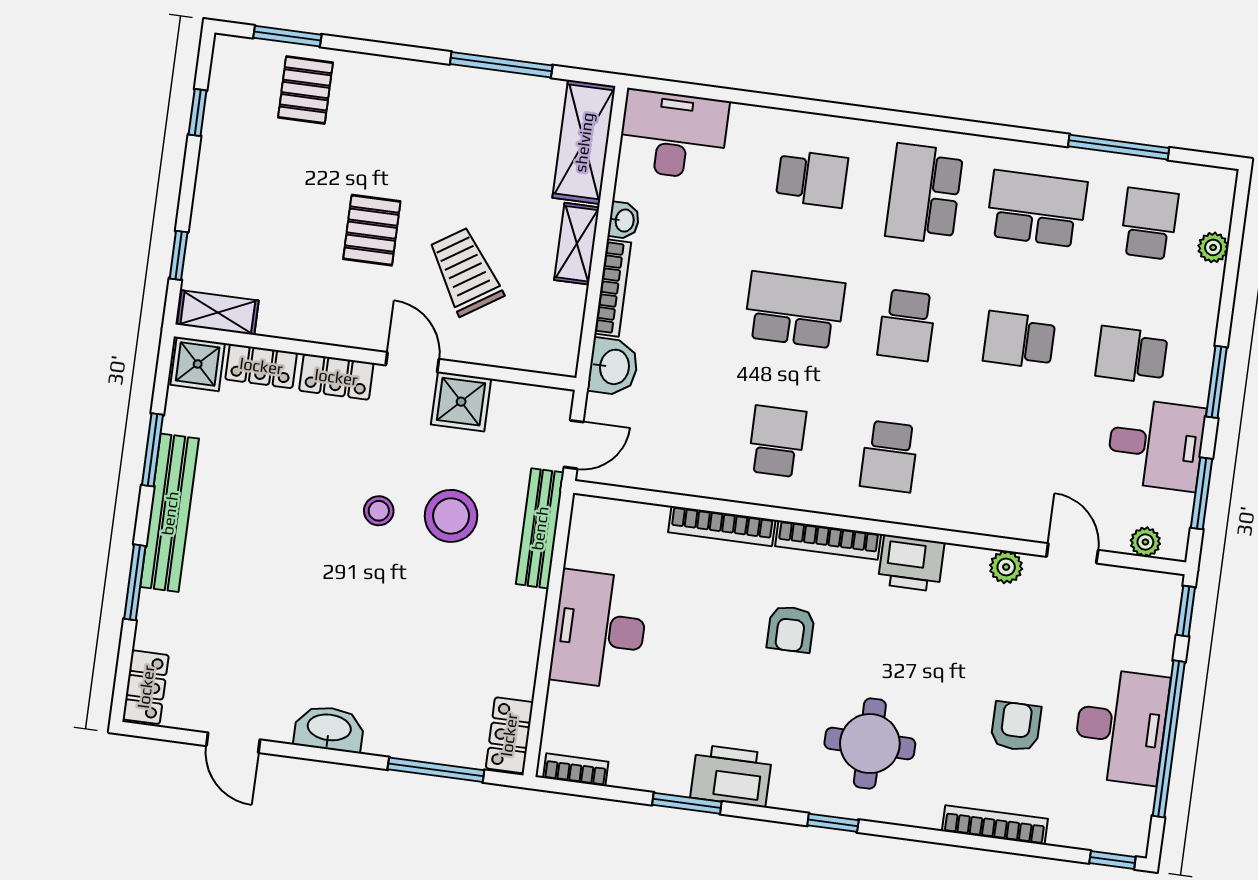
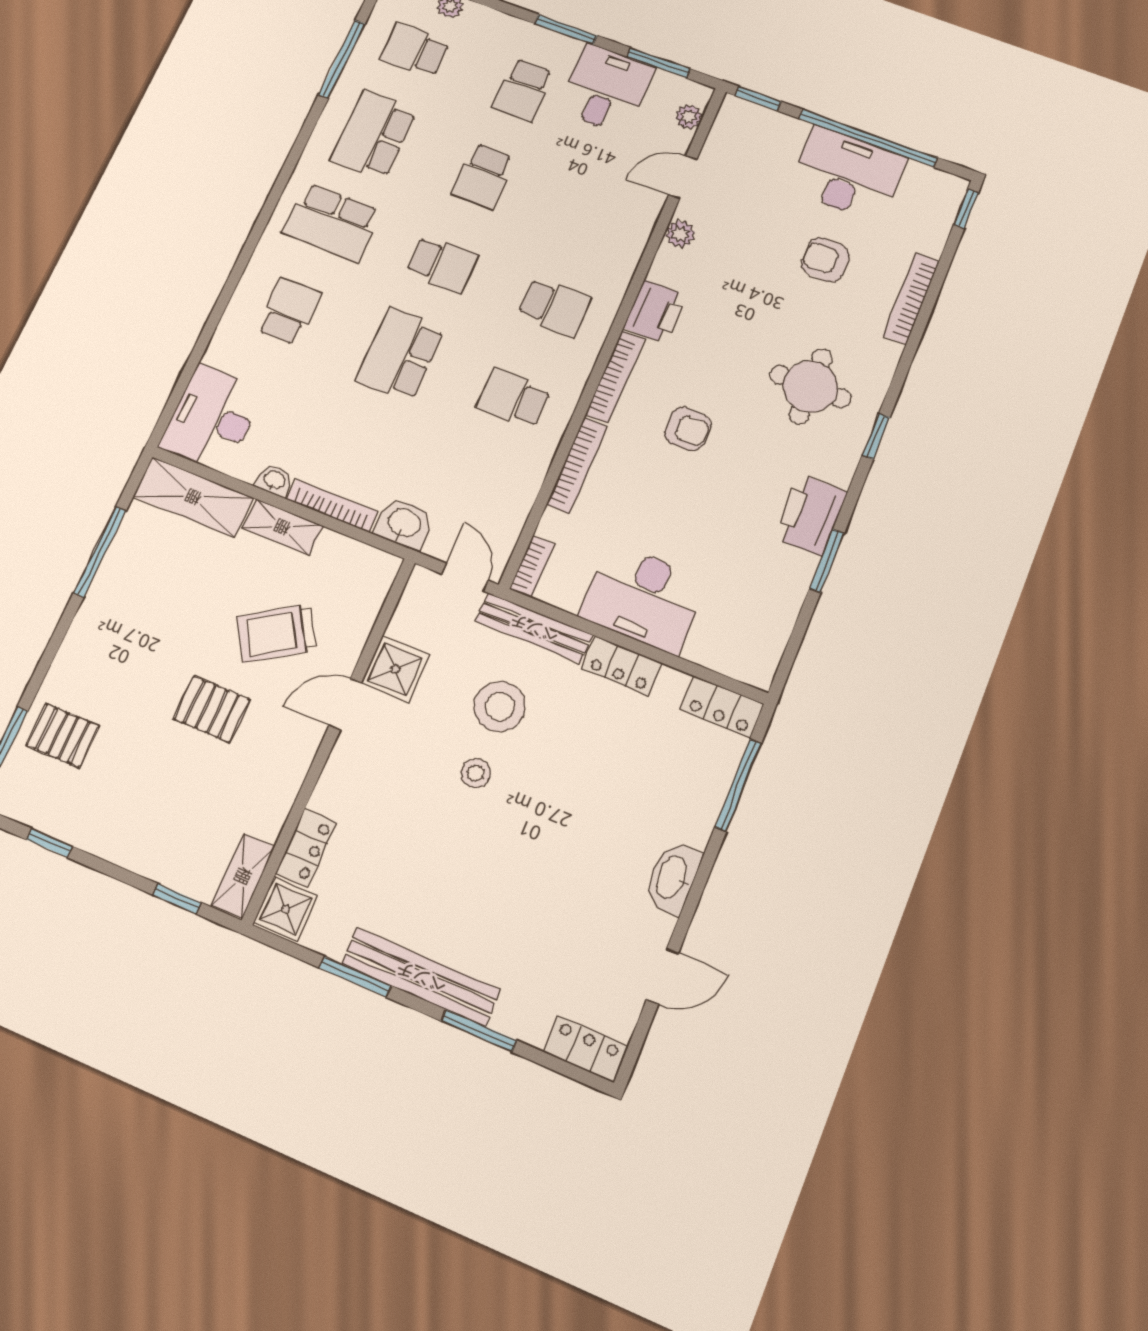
locker: (336, 377) -> (622, 666), moved, turned 90
bookcase: (576, 770) -> (532, 567), moved, turned 180

